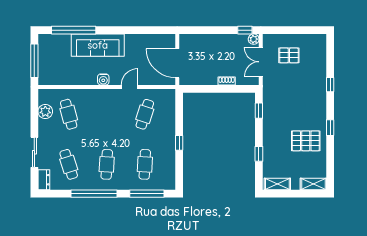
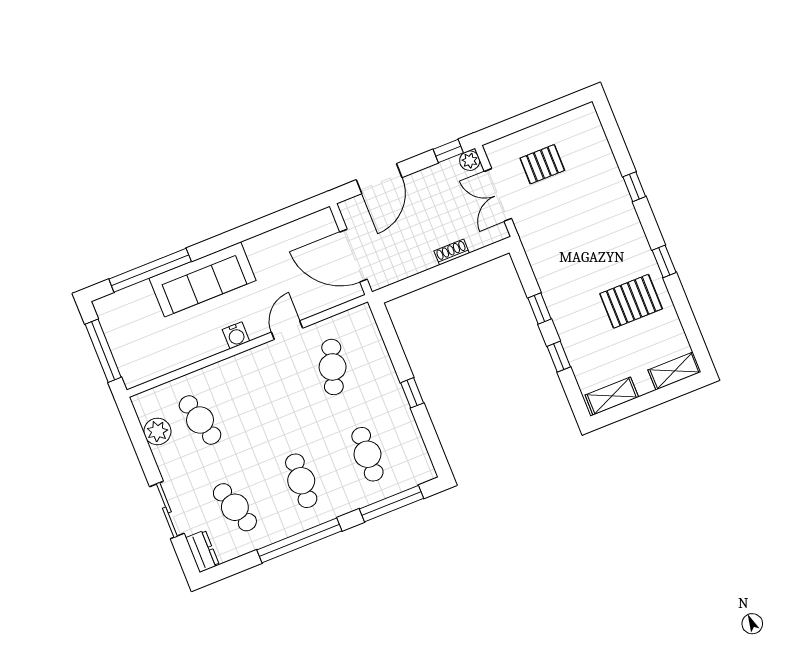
door: (205, 30) -> (379, 179), added
window: (259, 111) -> (539, 308), moved

